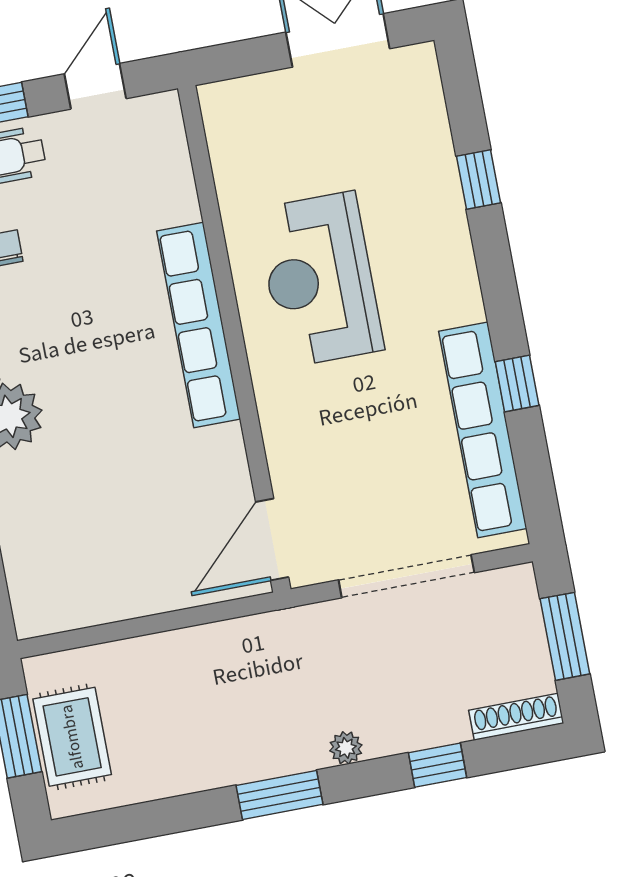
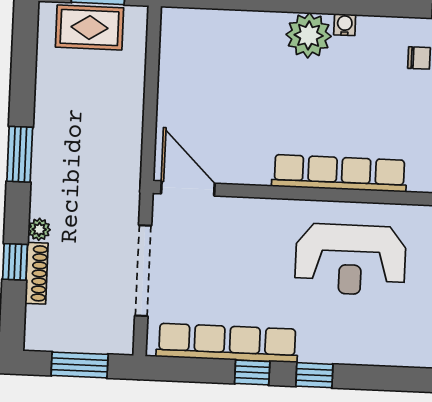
window: (479, 180) -> (314, 375), moved
reception desk: (320, 279) -> (350, 259), turned 180
shoe rack: (516, 717) -> (37, 273), moved
plant: (346, 748) -> (39, 229), moved

